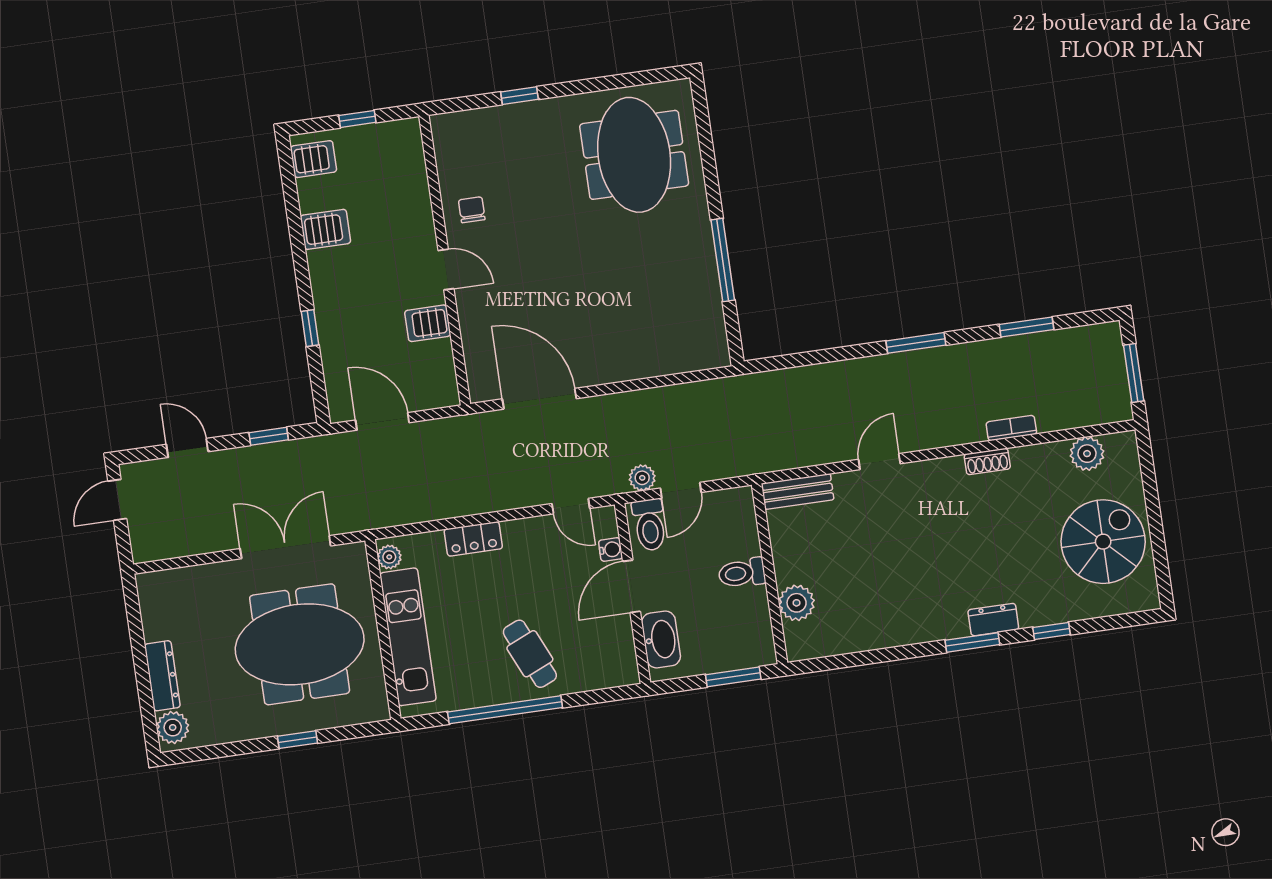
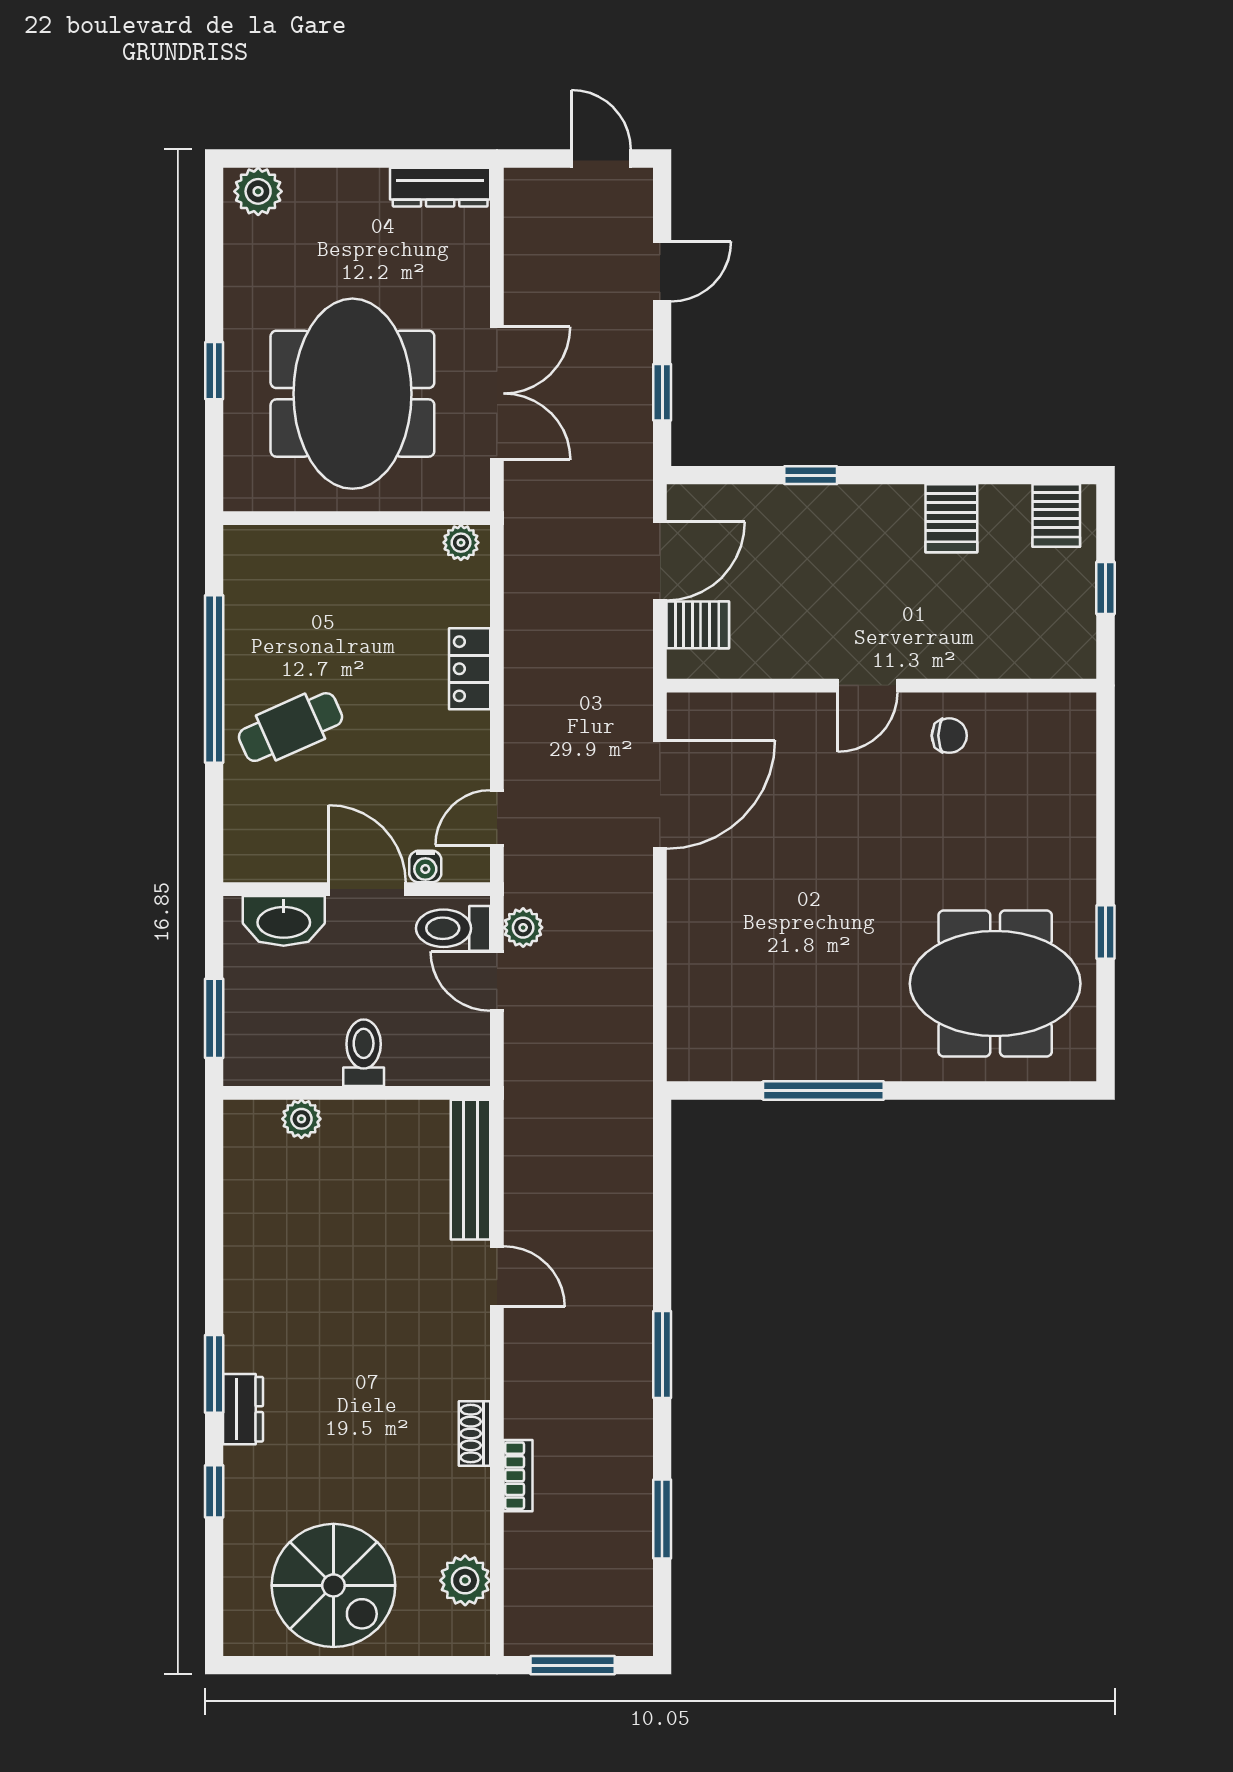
window: (520, 96) -> (1105, 932), moved
server rack: (428, 323) -> (698, 625), moved, turned 90
bench: (798, 492) -> (471, 1170), width x1.36
plant: (797, 603) -> (301, 1119), width x0.73, depth x0.73
kitchen unit: (408, 637) -> (341, 553), removed
dresser: (162, 676) -> (440, 187), moved

